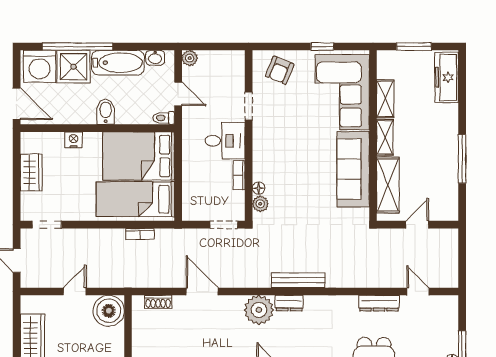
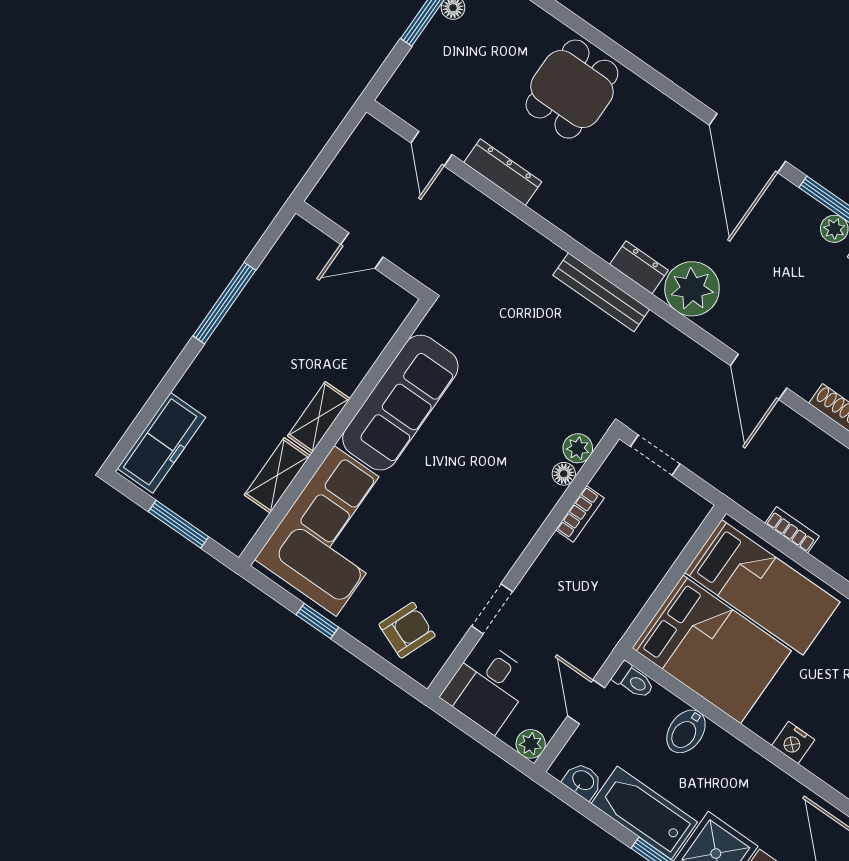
bidet: (106, 112) -> (686, 731), moved
desk: (225, 141) -> (487, 687), moved, turned -90
shelving: (388, 185) -> (364, 342), removed

